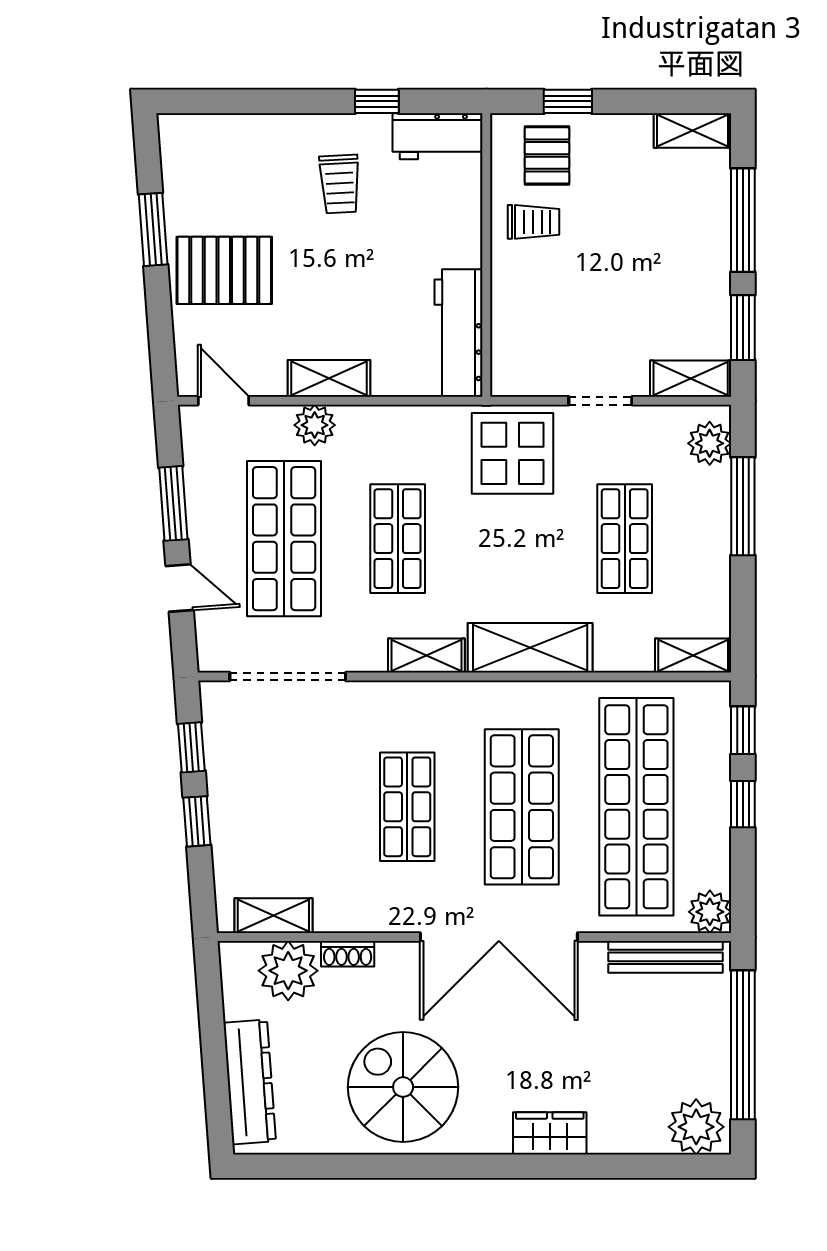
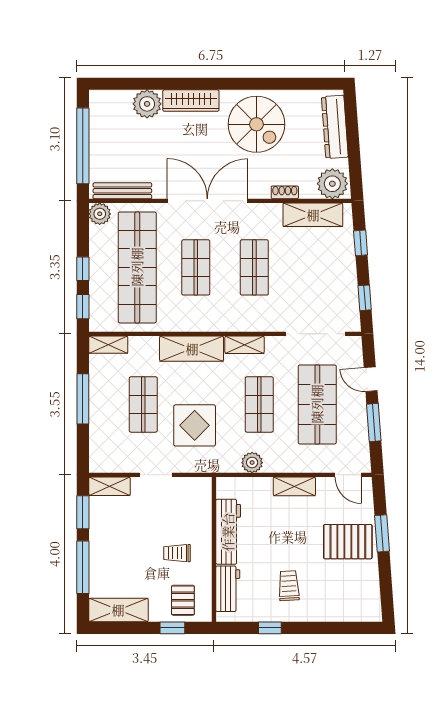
shelving: (693, 130) -> (118, 610), width x1.50, depth x1.33
workbench: (438, 136) -> (228, 589), moved, turned 90
trolley: (534, 222) -> (177, 553), moved
window: (153, 229) -> (382, 533), moved
workbench: (458, 333) -> (228, 532), moved
plant: (315, 425) -> (252, 463), moved
plant: (710, 443) -> (100, 453), removed
display table: (513, 453) -> (195, 425), moved
window: (743, 506) -> (83, 399), moved
shop shelf: (522, 807) -> (196, 267), width x0.70, depth x0.74
window: (197, 821) -> (361, 243), moved
shelving: (273, 916) -> (313, 215), width x1.50, depth x1.33
plant: (288, 971) -> (332, 184), moved
plant: (696, 1127) -> (147, 104), moved
wardrobe: (550, 1133) -> (191, 101), width x1.50

